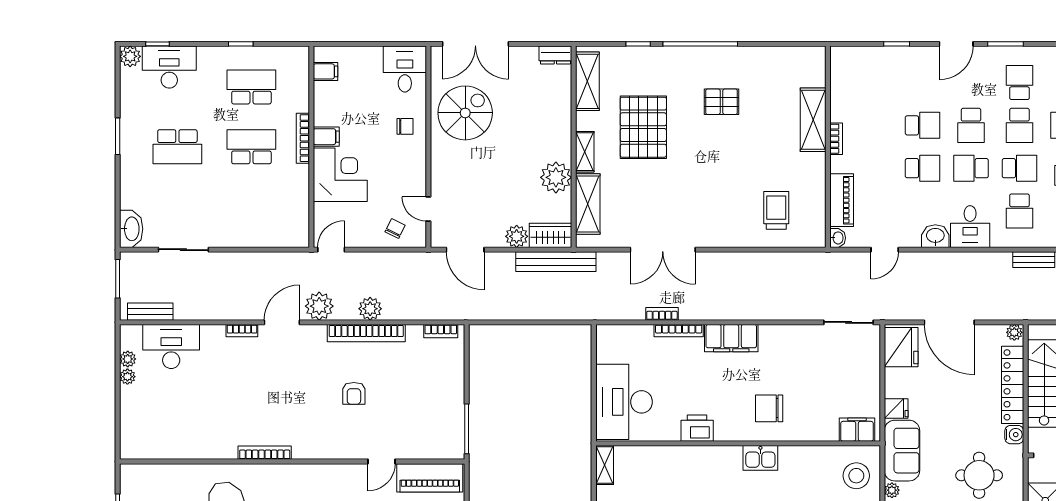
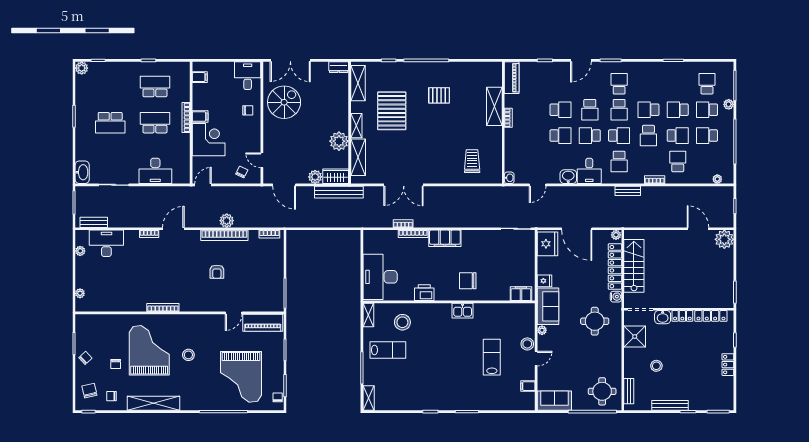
desk: (169, 67) -> (155, 171), moved, turned 180
piano: (842, 200) -> (512, 78), moved
plant: (319, 306) -> (196, 219), removed
plant: (127, 377) -> (80, 293), moved
stool: (856, 476) -> (402, 322), moved

